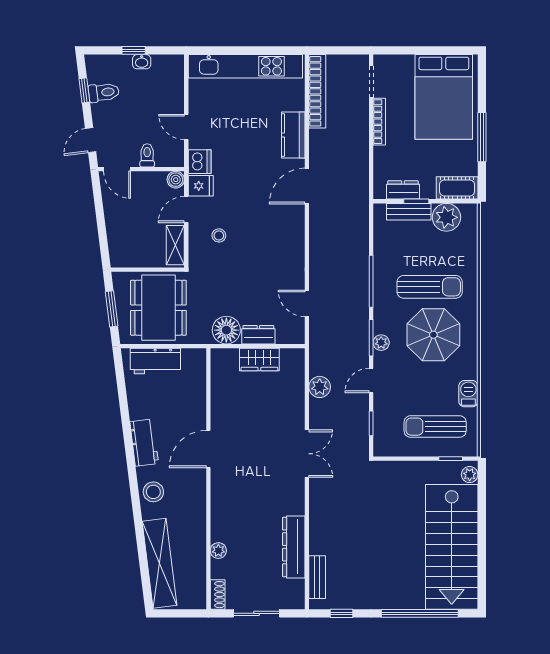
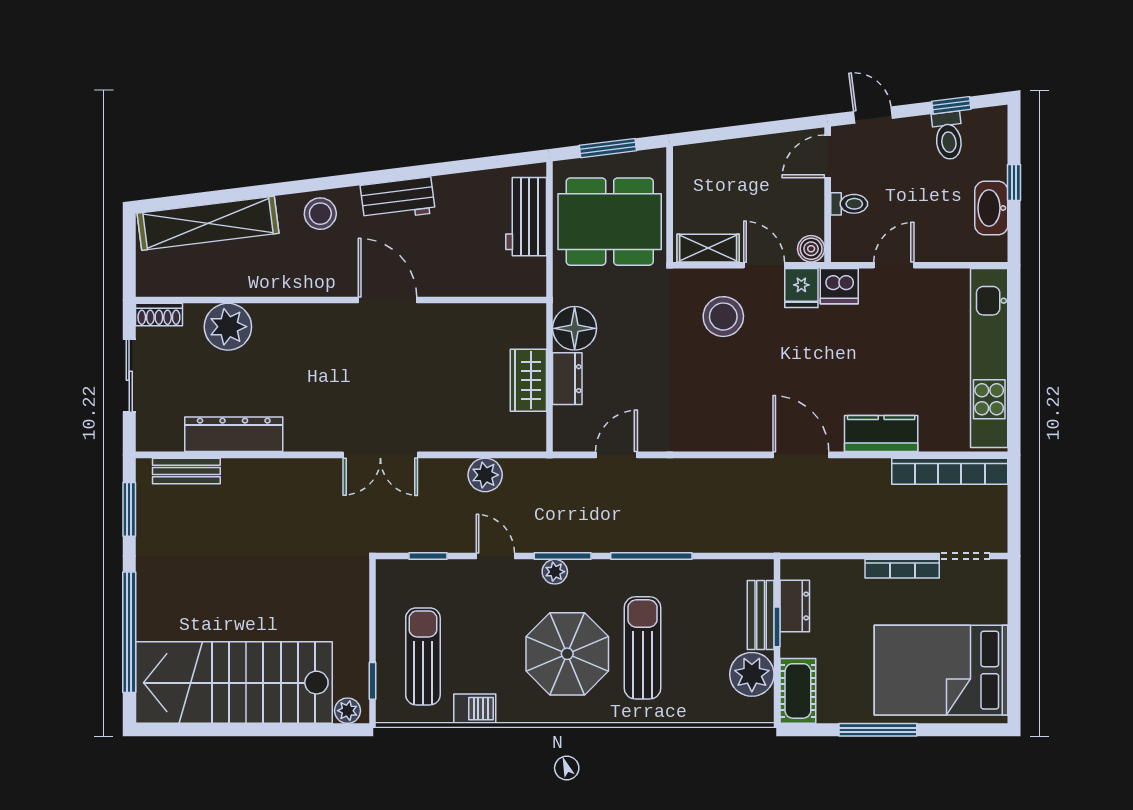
washbasin: (142, 62) -> (991, 208), width x1.91, depth x1.45
stool: (219, 235) -> (723, 317), width x1.89, depth x1.89
sun lounger: (430, 287) -> (643, 648), turned 180
plant: (218, 551) -> (228, 327), width x1.87, depth x1.87
window: (342, 613) -> (129, 509), width x1.50

